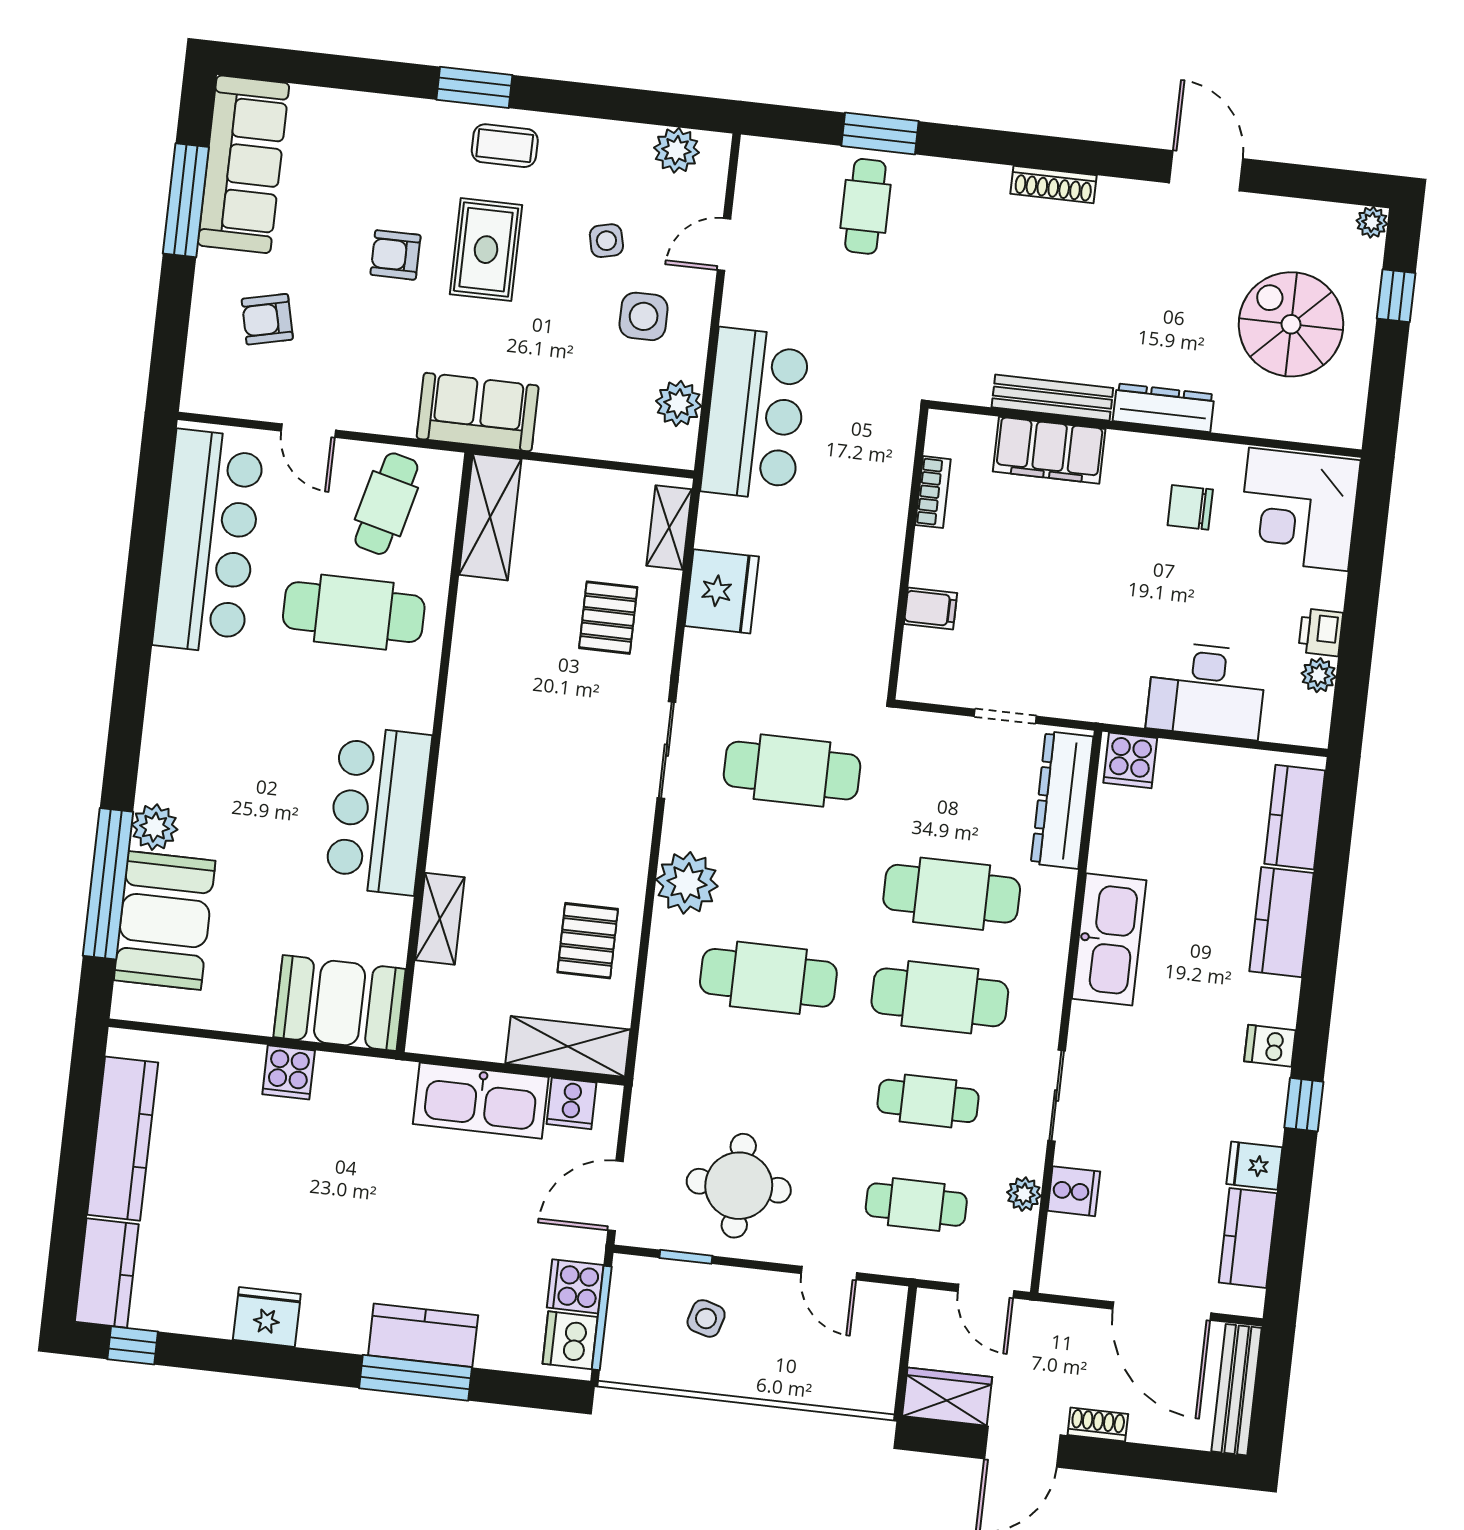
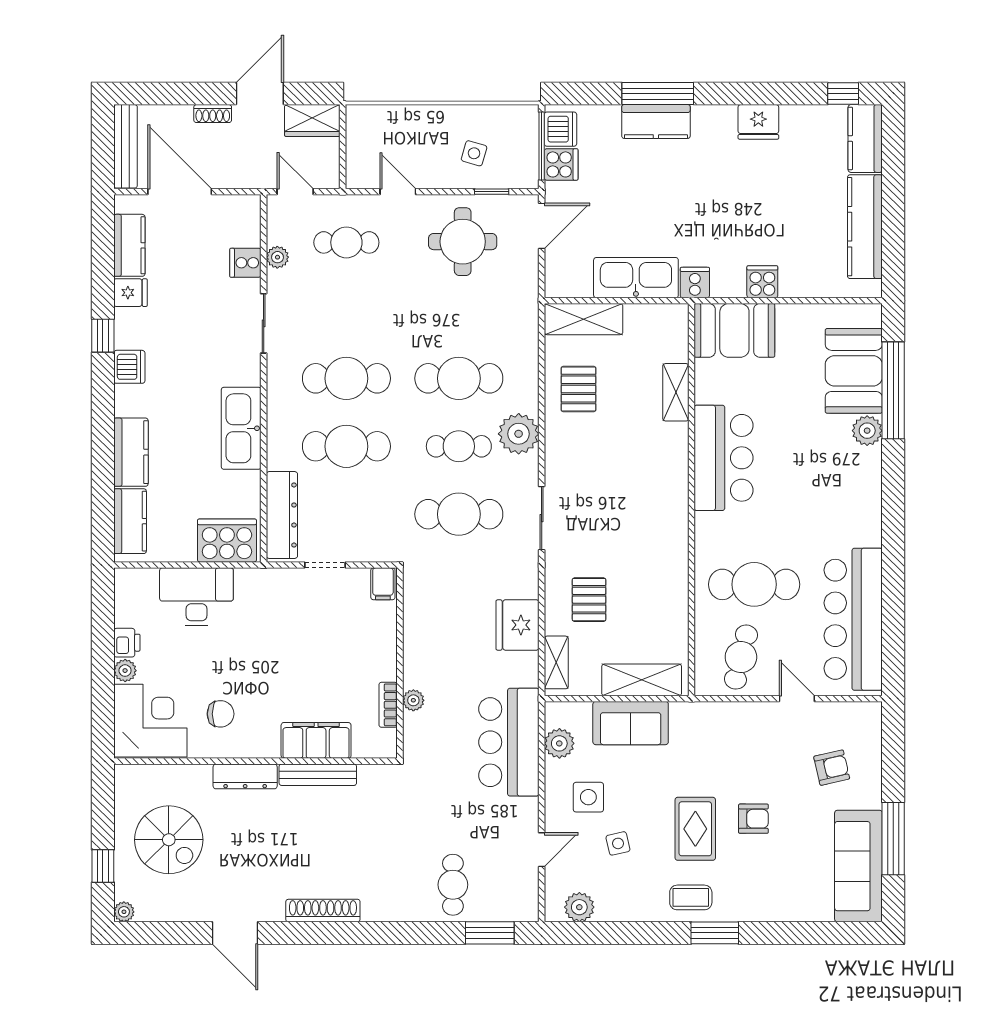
window: (880, 134) -> (490, 933), moved
shoe rack: (1054, 185) -> (323, 911), width x1.36, depth x1.24
sofa: (478, 412) -> (631, 723), moved
plant: (894, 495) -> (413, 700), added
shelving: (490, 517) -> (642, 680), moved, turned 90
filing cabinet: (931, 608) -> (383, 584), moved, turned -90
plant: (1319, 675) -> (125, 671), moved
cooker: (1130, 760) -> (227, 541), width x1.87, depth x1.31
dishwasher: (1270, 1046) -> (129, 367), width x1.38
cafe table: (928, 1101) -> (459, 446), moved
cooker: (572, 1103) -> (695, 283), moved

